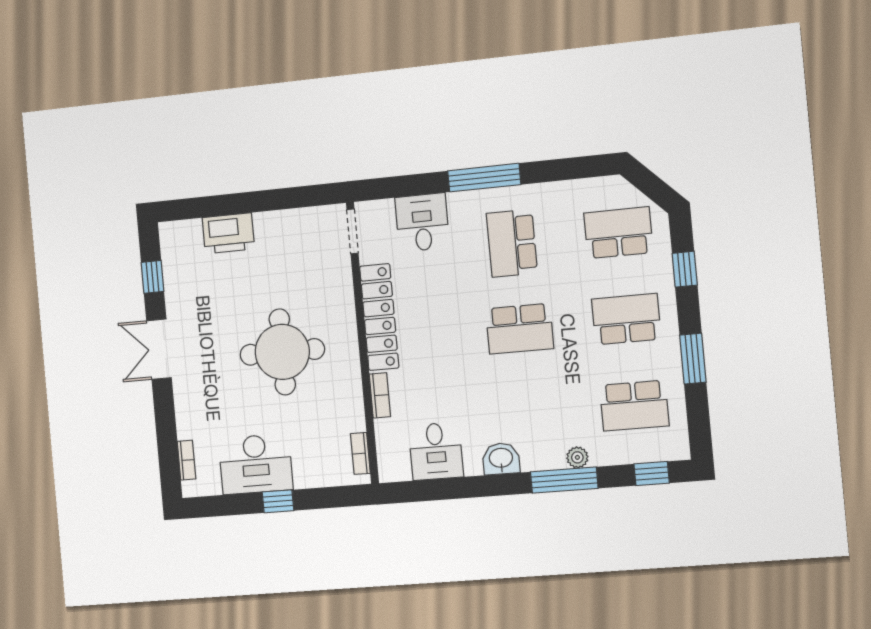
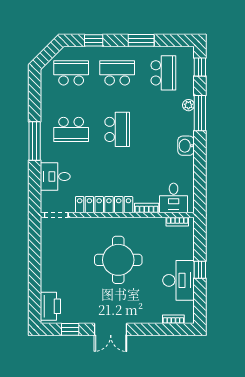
printer: (228, 233) -> (50, 306), moved
school desk: (618, 233) -> (71, 73), turned 90
school desk: (626, 319) -> (117, 73), turned 90
desk: (436, 451) -> (174, 198), moved, turned 90

